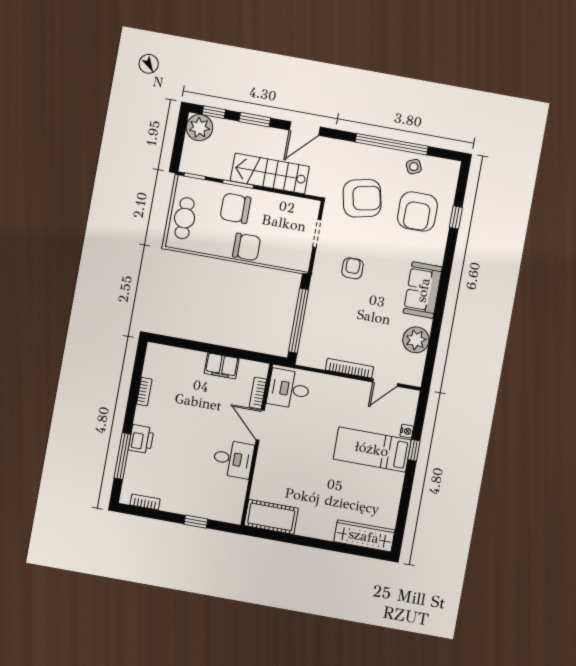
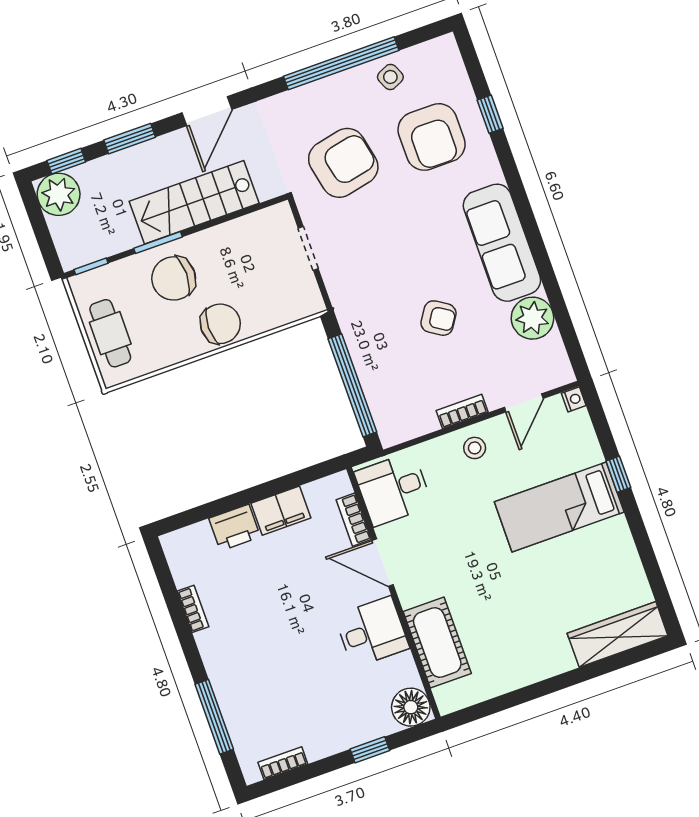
armchair: (352, 268) -> (438, 318), moved, turned 123
sofa: (423, 290) -> (502, 243), width x1.36
bookcase: (349, 368) -> (462, 411), width x0.64
stool: (345, 392) -> (475, 448), added
nightstand: (407, 431) -> (574, 399), moved
printer: (141, 439) -> (235, 528), moved, turned 90
floor lamp: (231, 511) -> (411, 707), added
cot: (271, 517) -> (437, 643), moved, turned 90

